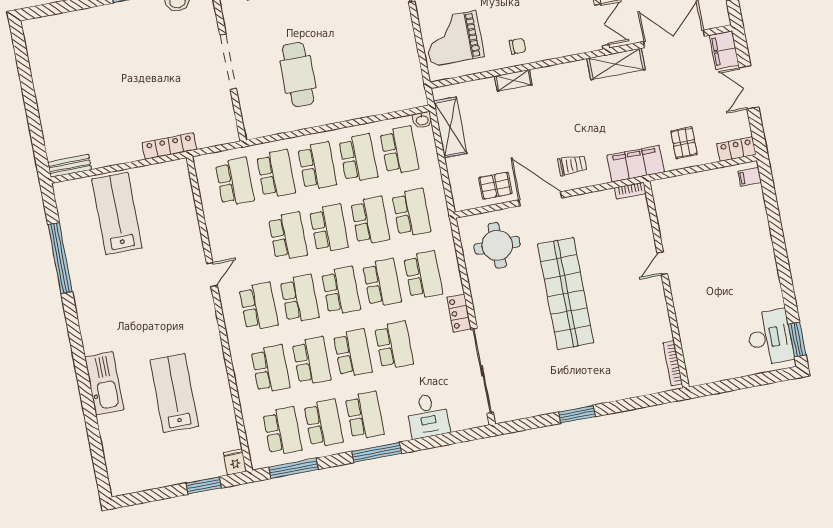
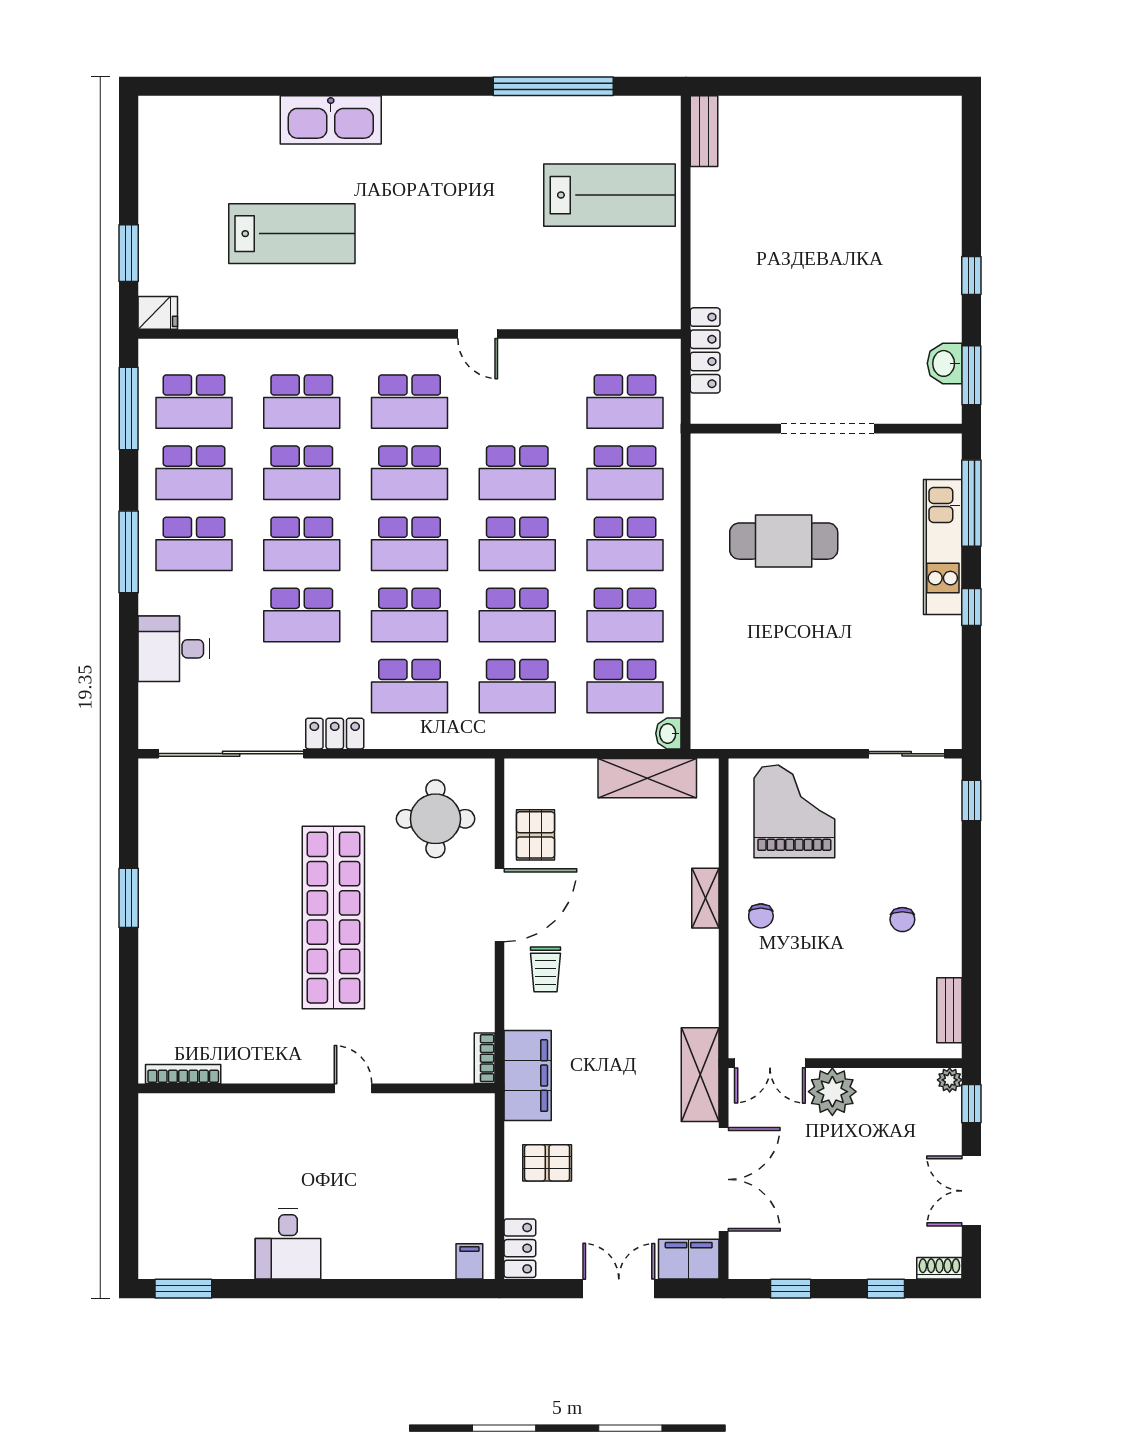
locker: (169, 146) -> (705, 350), moved
shop shelf: (566, 294) -> (333, 918), turned 90
desk: (770, 337) -> (288, 1244), moved, width x0.73

